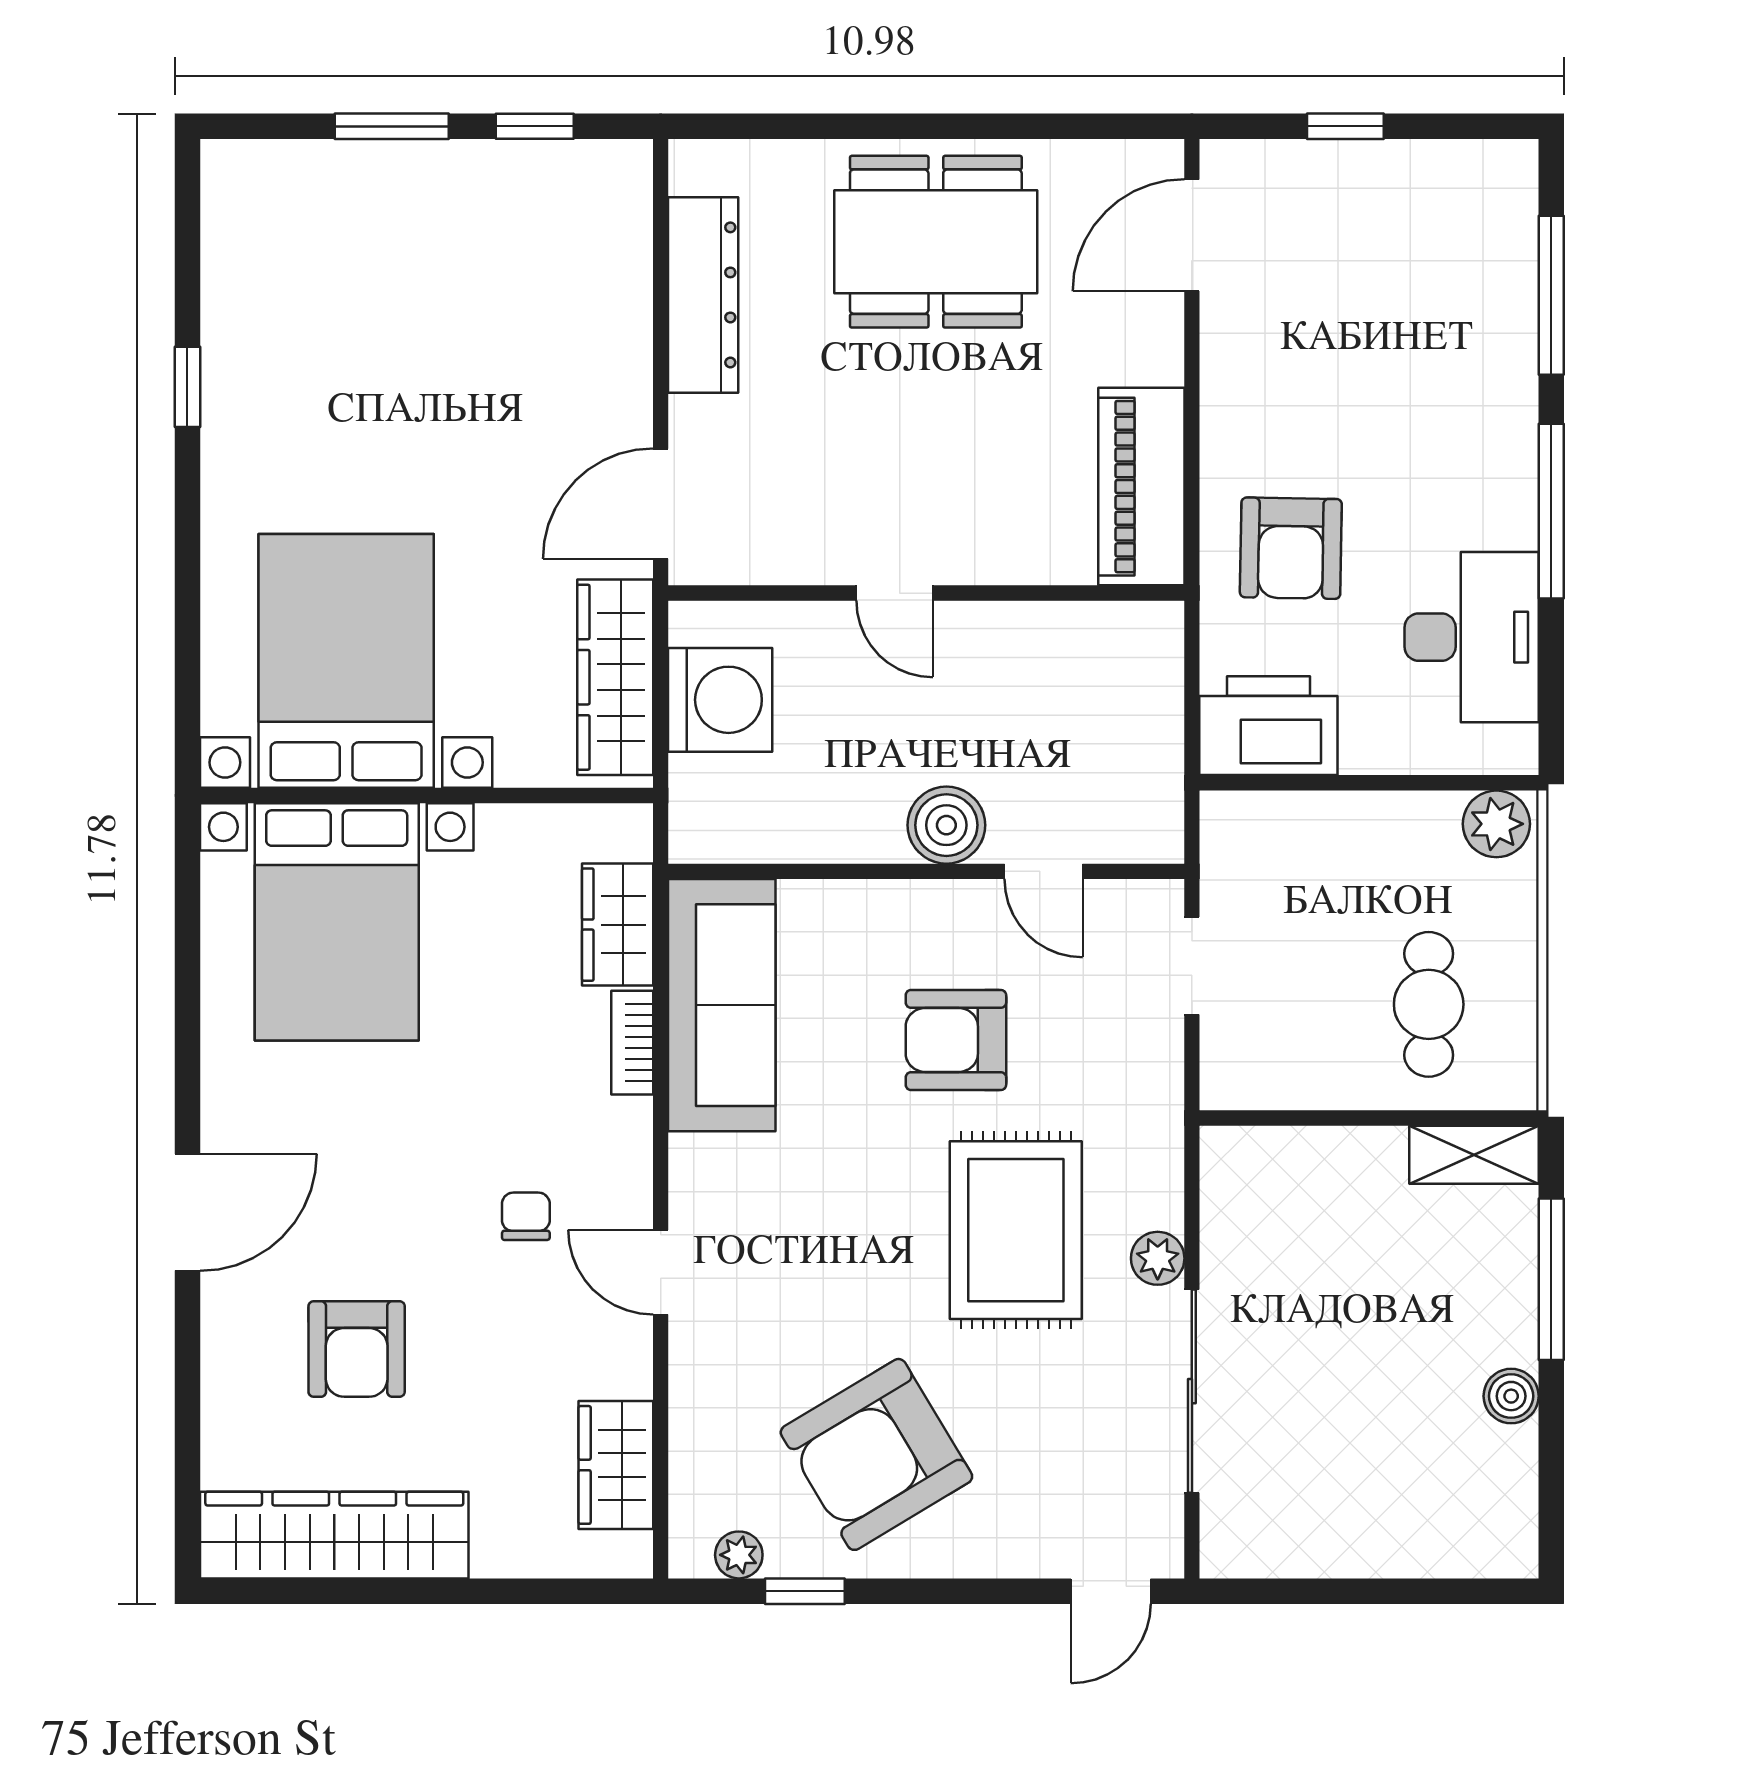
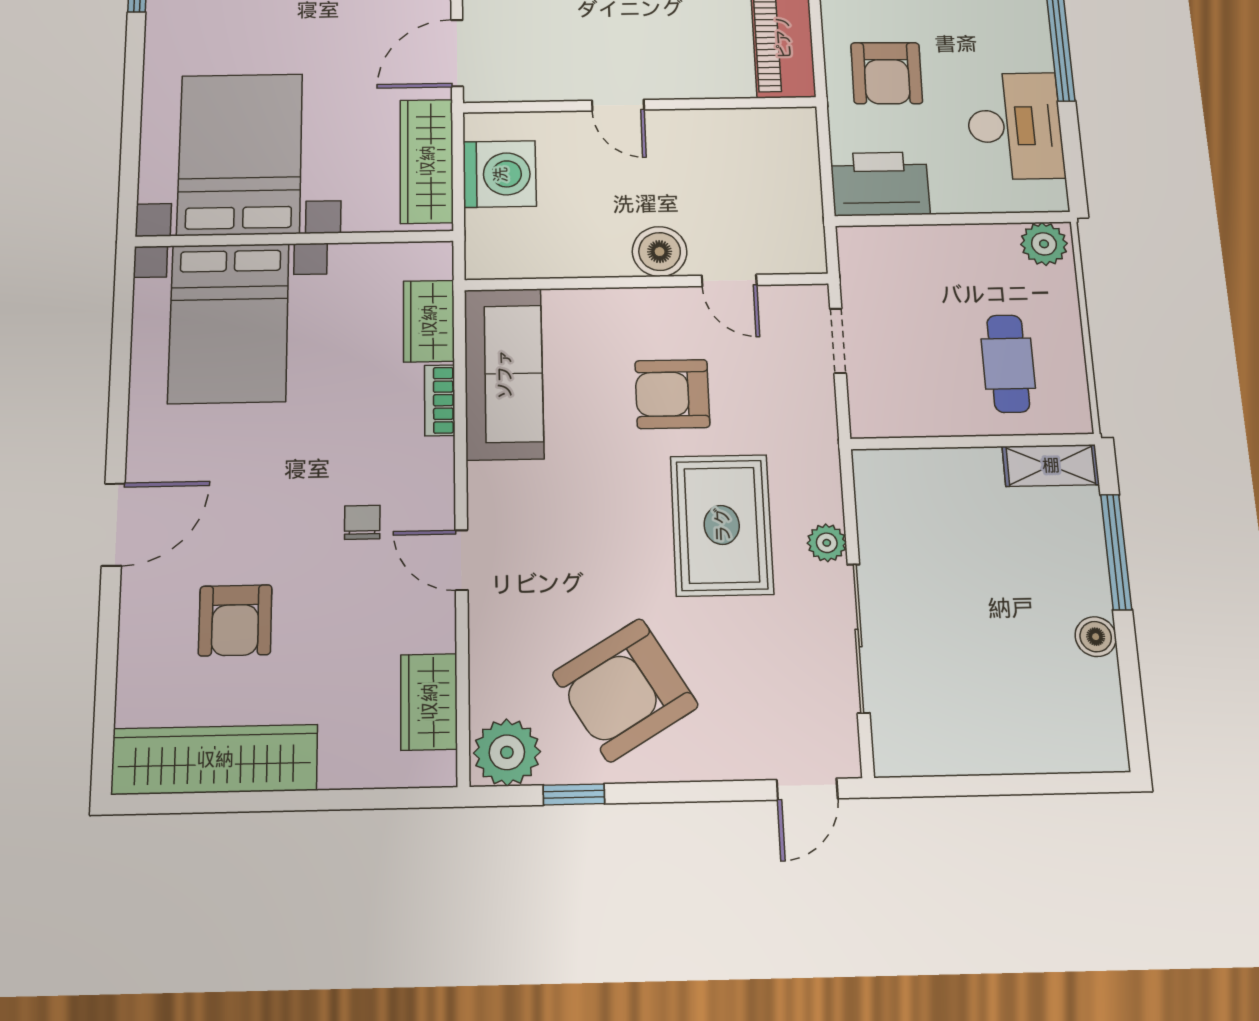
plant: (739, 1555) -> (507, 752), width x1.88, depth x1.88

